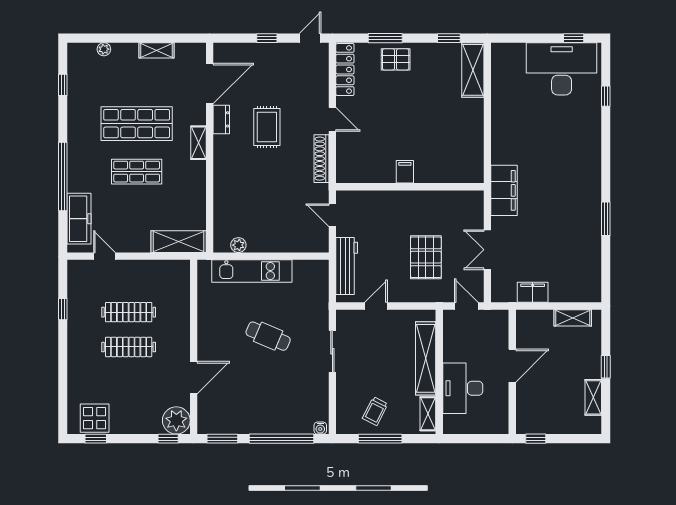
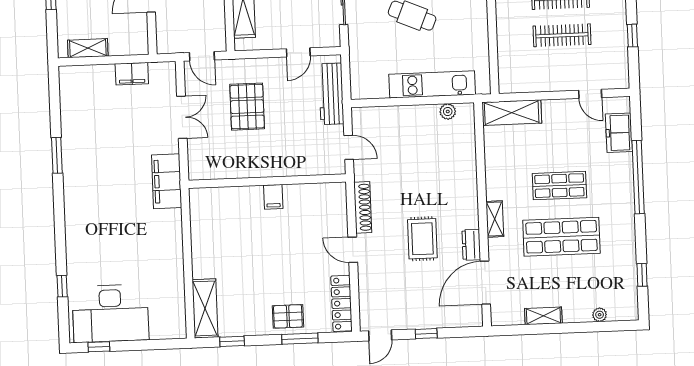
freezer: (79, 219) -> (619, 133), width x0.71

